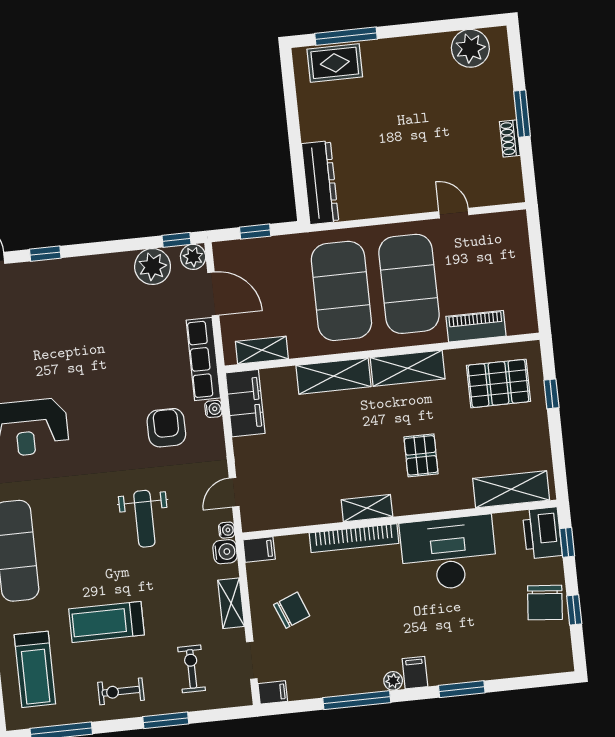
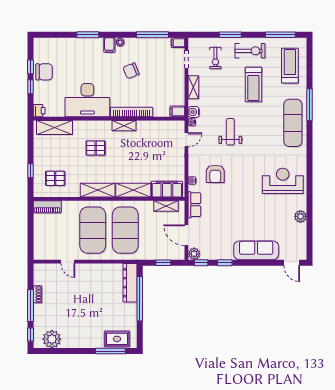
window: (516, 53) -> (31, 335), added
window: (522, 114) -> (31, 305), width x1.44
window: (296, 151) -> (140, 299), added
window: (45, 254) -> (225, 263), moved
plant: (153, 267) -> (214, 251), removed
sofa: (65, 278) -> (256, 250), added
piano: (476, 326) -> (47, 207), moved
row of seats: (203, 359) -> (194, 205), width x0.68
pallet: (498, 383) -> (55, 178), width x0.67, depth x0.71
filing cabinet: (245, 403) -> (167, 189), moved, turned 90
pallet: (421, 455) -> (96, 148), turned 90
printer: (542, 533) -> (39, 111), width x0.53, depth x0.68
window: (567, 542) -> (31, 87), moved
chair: (545, 603) -> (44, 72), turned 85
chair: (292, 610) -> (131, 71), moved
treadmill: (106, 622) -> (253, 85), turned 90
exercise bike: (121, 691) -> (250, 51), width x1.38, depth x1.39
window: (357, 700) -> (152, 35), moved

